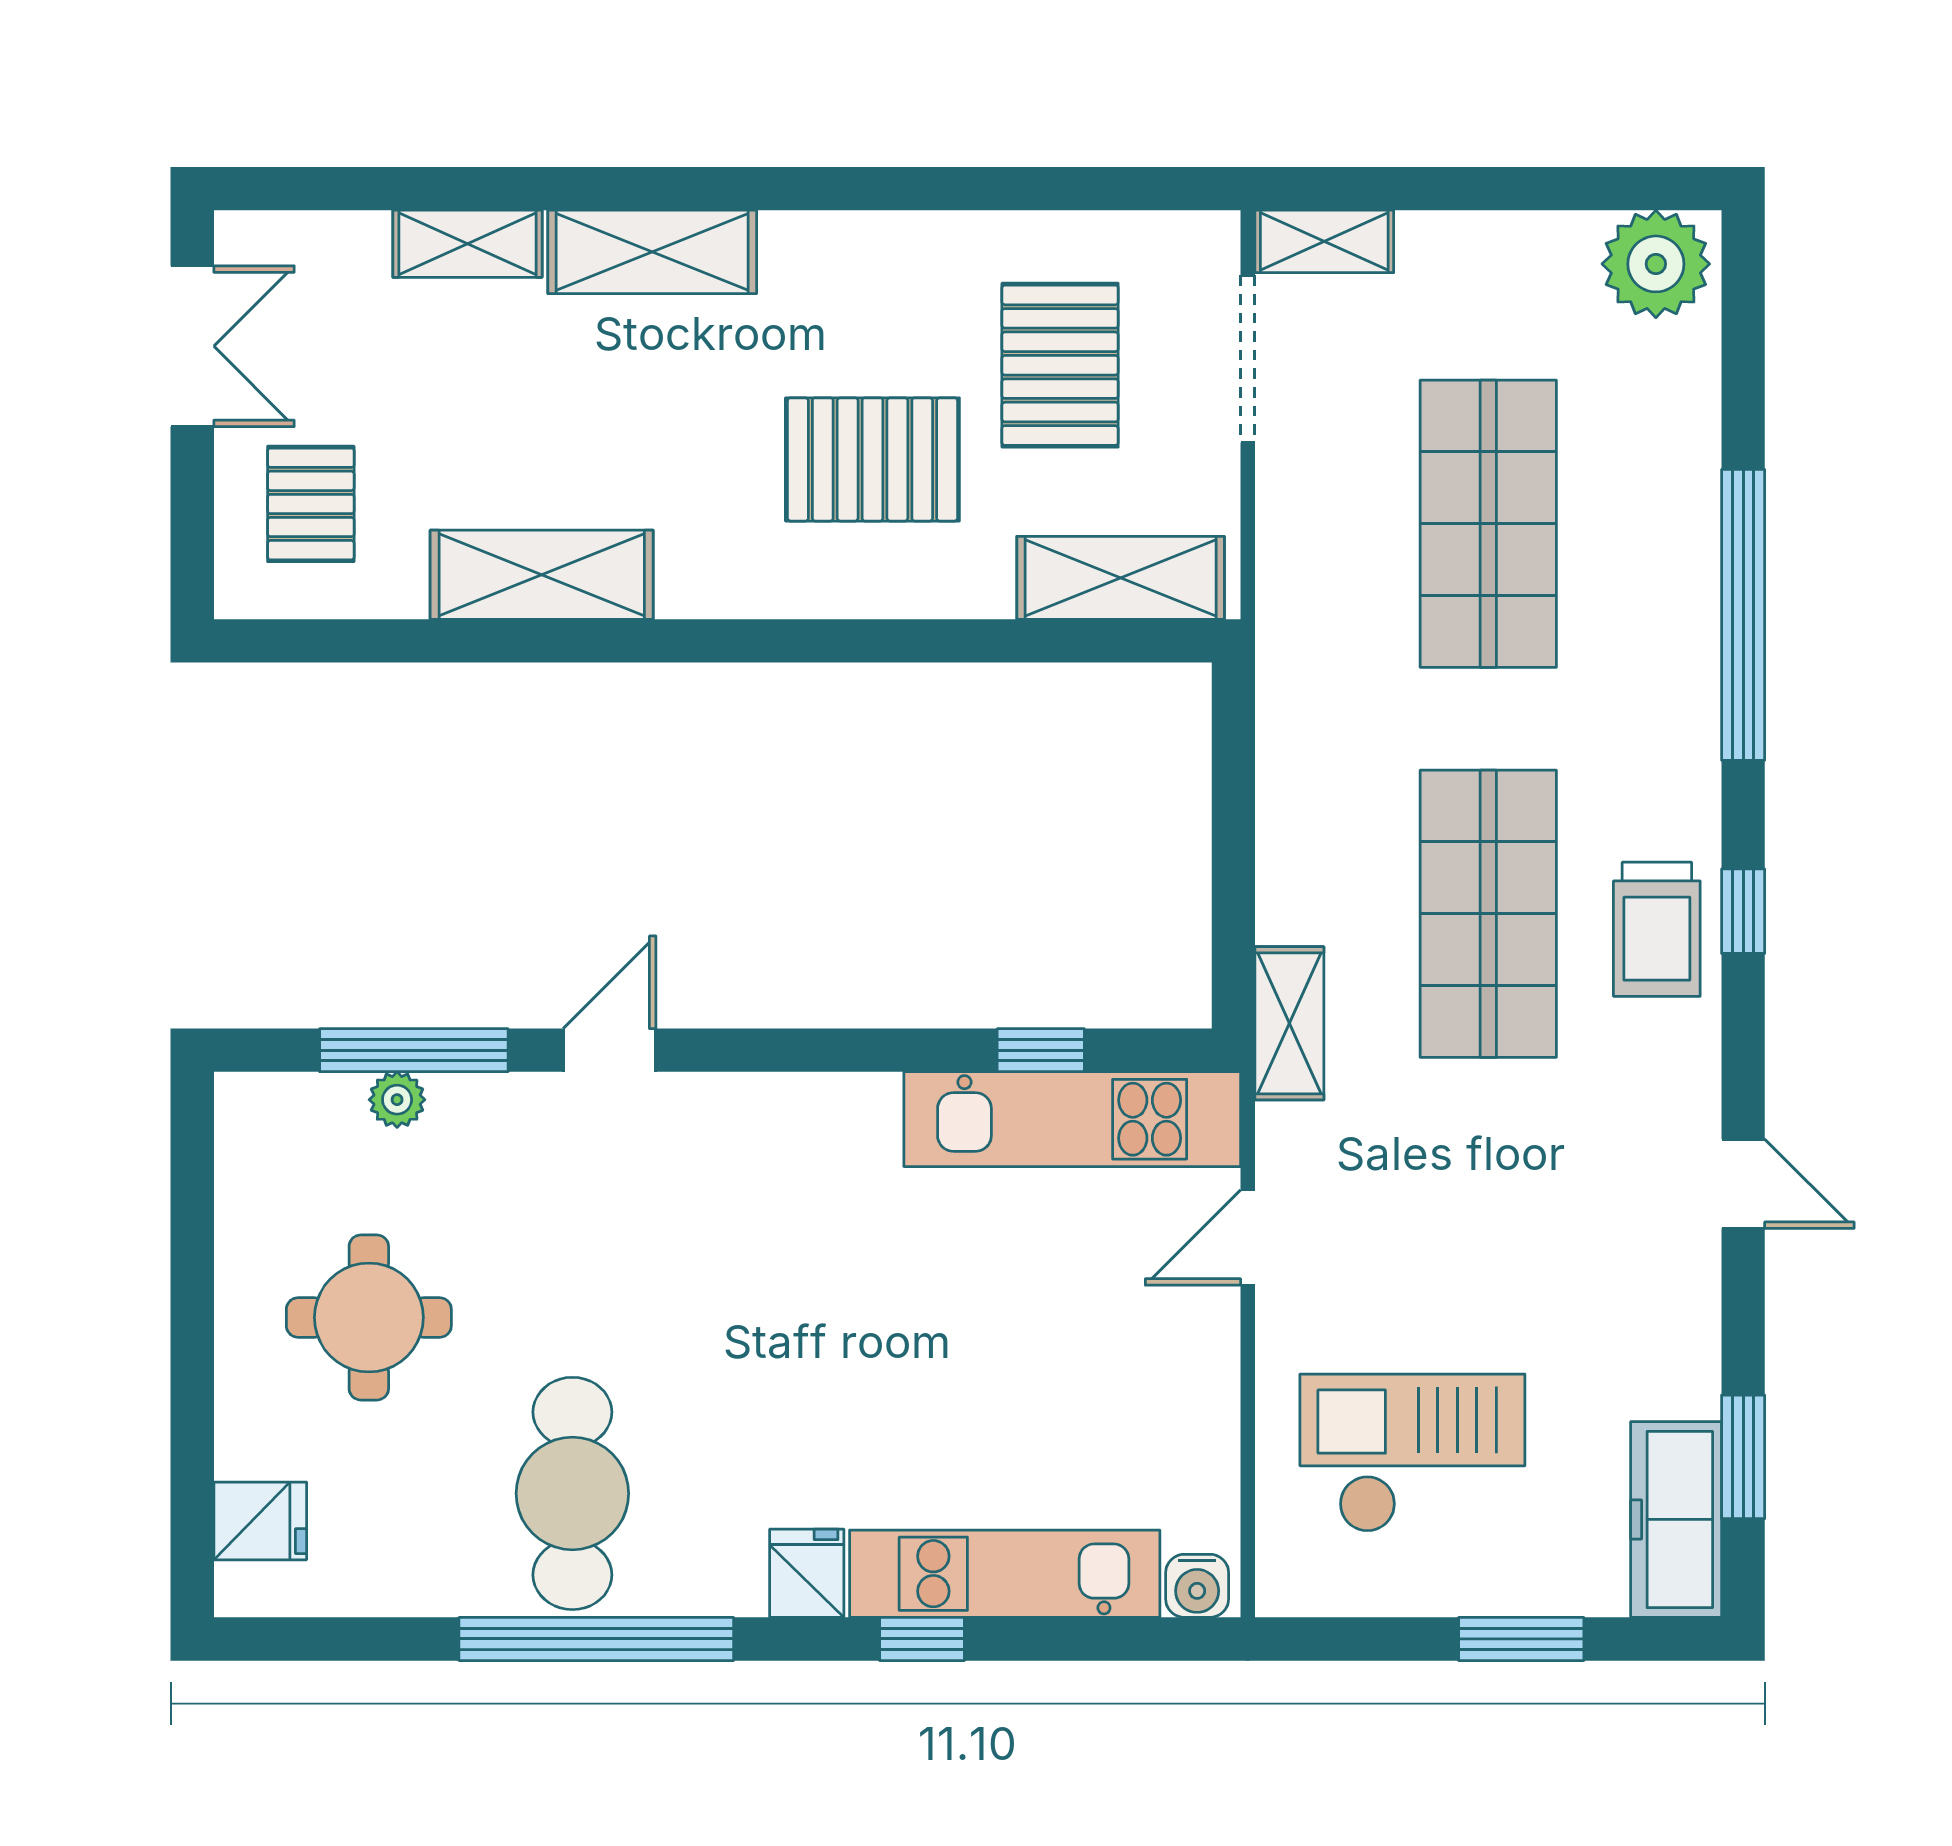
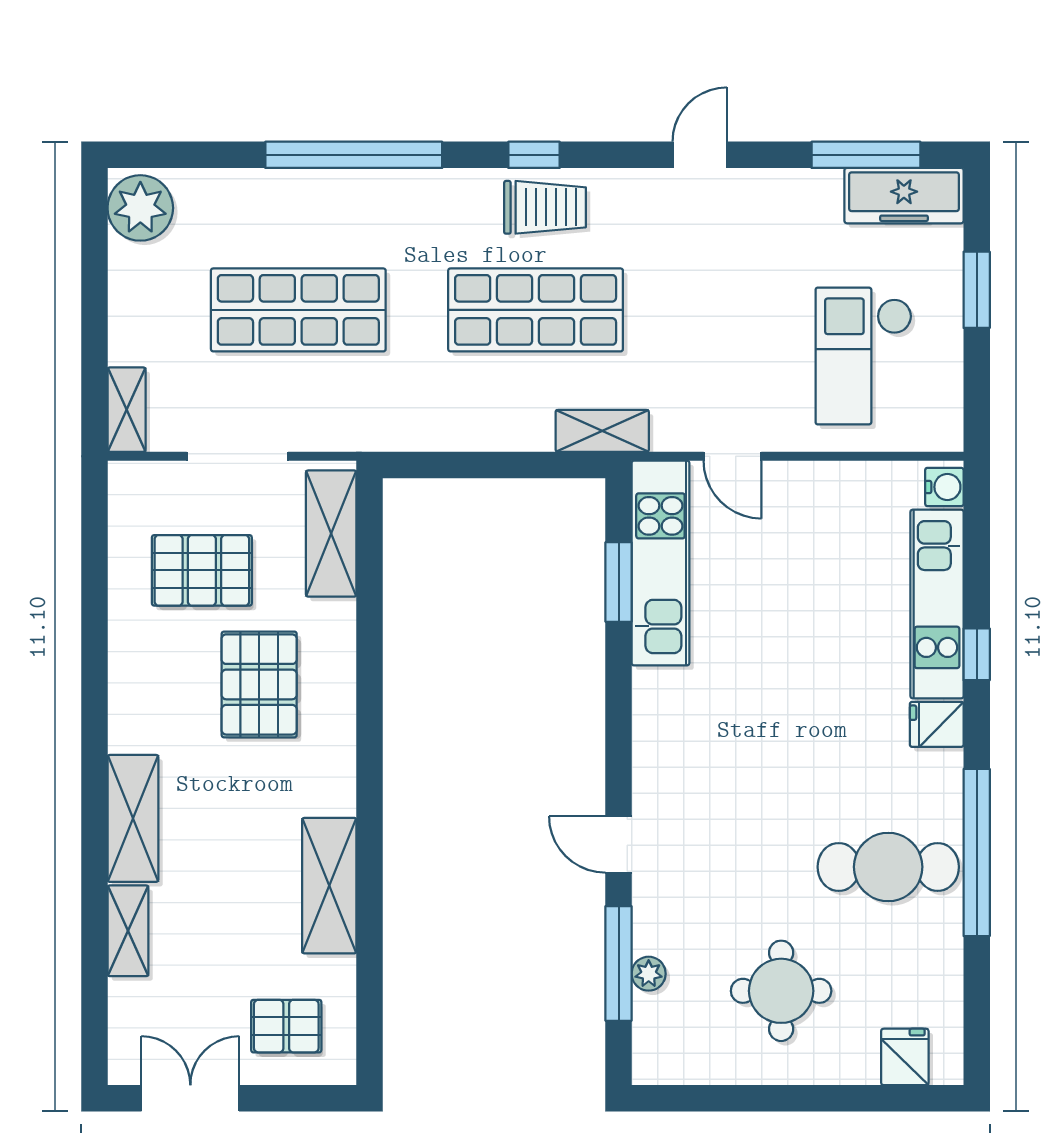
doorway: (1248, 359) -> (237, 456), moved
window: (1041, 1050) -> (619, 582), width x1.50
window: (1743, 1457) -> (866, 155), width x1.44

